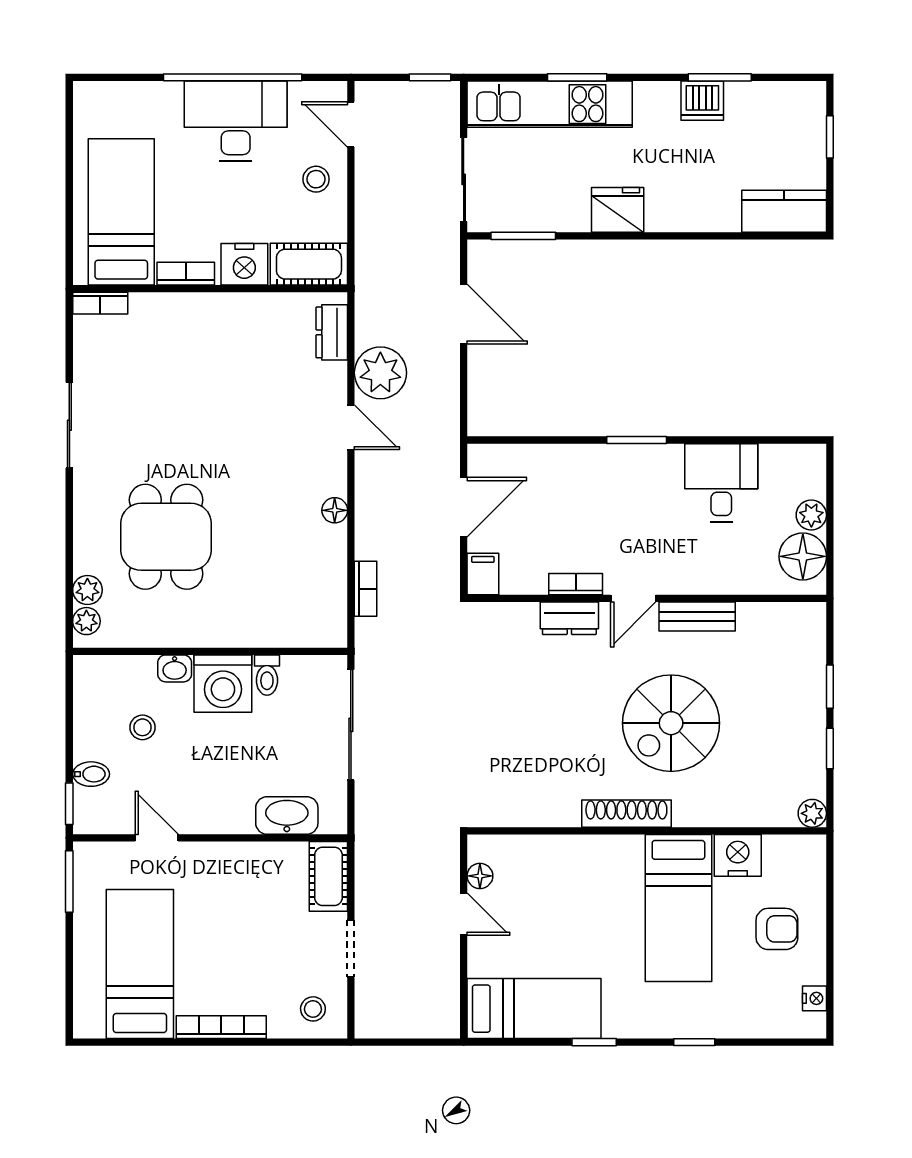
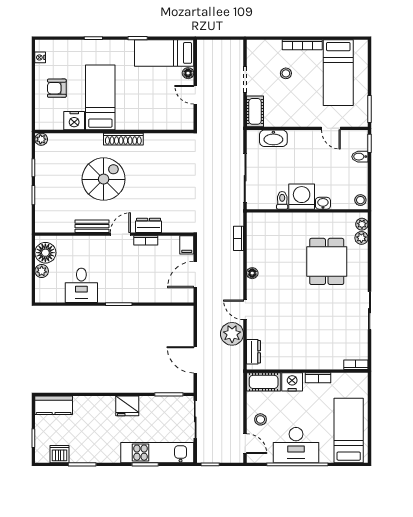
dishwasher: (702, 101) -> (60, 454), moved
bed: (121, 212) -> (349, 431), moved, turned 180
stool: (143, 727) -> (360, 200), moved
floor lamp: (480, 876) -> (188, 73), moved
stool: (313, 1009) -> (286, 73), moved

